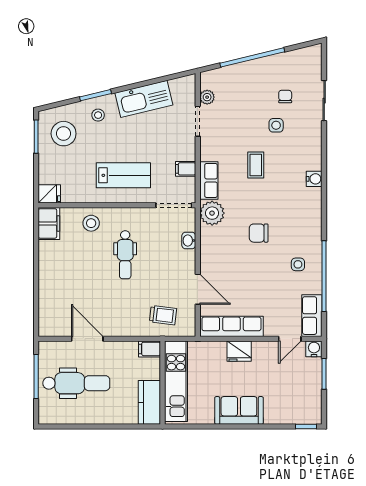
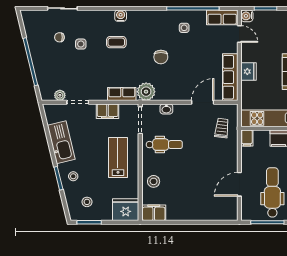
stool: (64, 134) -> (87, 202), width x0.53, depth x0.53
coffee table: (256, 165) -> (116, 42), moved
filing cabinet: (186, 169) -> (108, 111), width x2.00
fridge: (49, 194) -> (126, 210), width x1.88, depth x1.34
dental chair: (125, 255) -> (164, 145), moved

